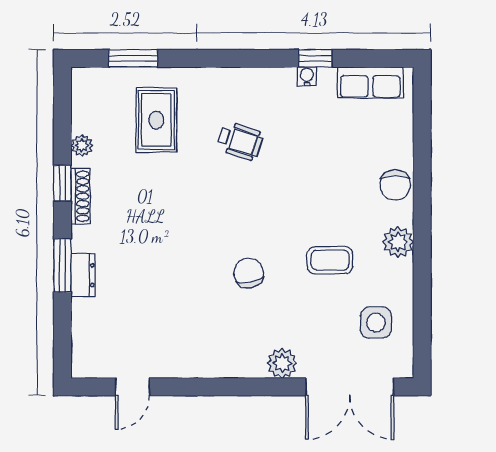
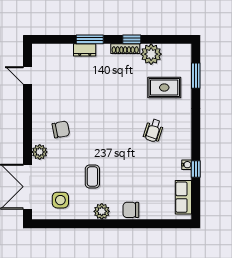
plant: (82, 146) -> (151, 54), width x1.88, depth x1.88
chair: (249, 273) -> (61, 129), moved

